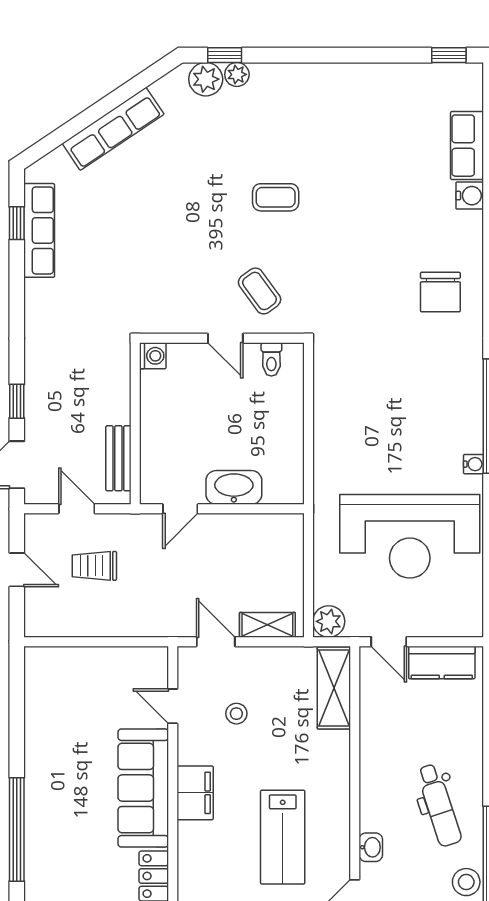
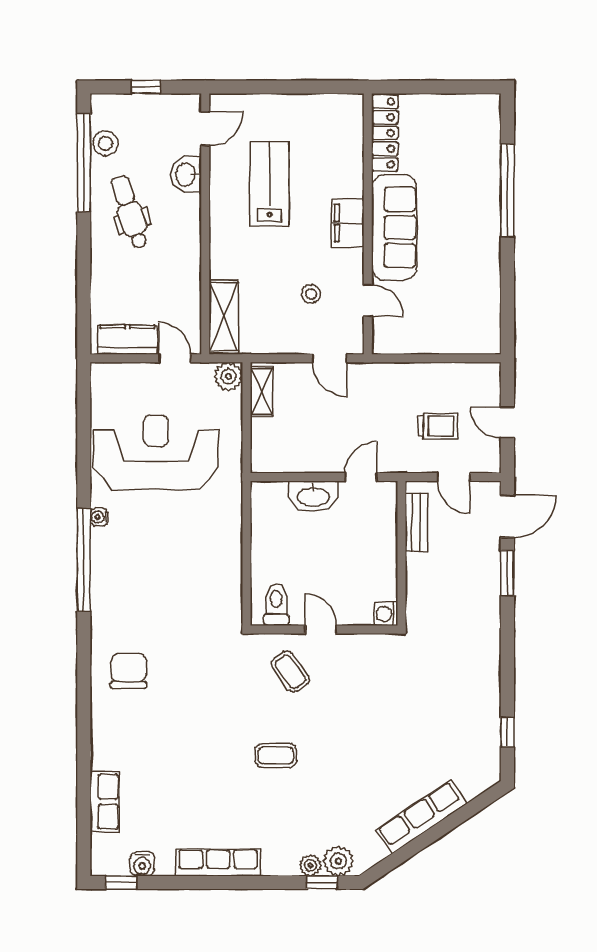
water cooler: (470, 196) -> (142, 864), moved, turned -90
row of seats: (39, 230) -> (218, 862), moved, turned 90
toilet: (271, 359) -> (276, 605), width x1.37, depth x1.39
window: (17, 401) -> (507, 573), width x1.50
shelving: (267, 625) -> (262, 391), moved, turned 90
washbasin: (371, 847) -> (186, 174), width x1.38, depth x1.45

